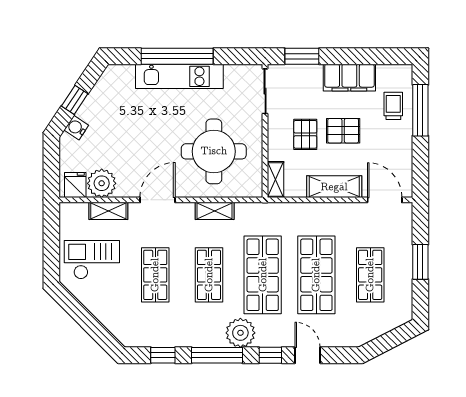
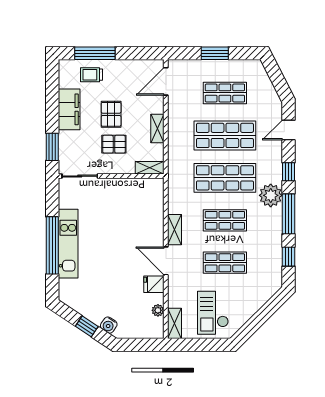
round table: (214, 151) -> (127, 216), removed
plant: (102, 183) -> (158, 310), width x0.53, depth x0.53
fridge: (75, 185) -> (154, 284), moved
shelving: (334, 187) -> (157, 129), width x0.67, depth x0.75
shelving: (108, 211) -> (174, 323), moved
shelving: (215, 211) -> (174, 230), moved
door: (308, 355) -> (288, 130), moved

